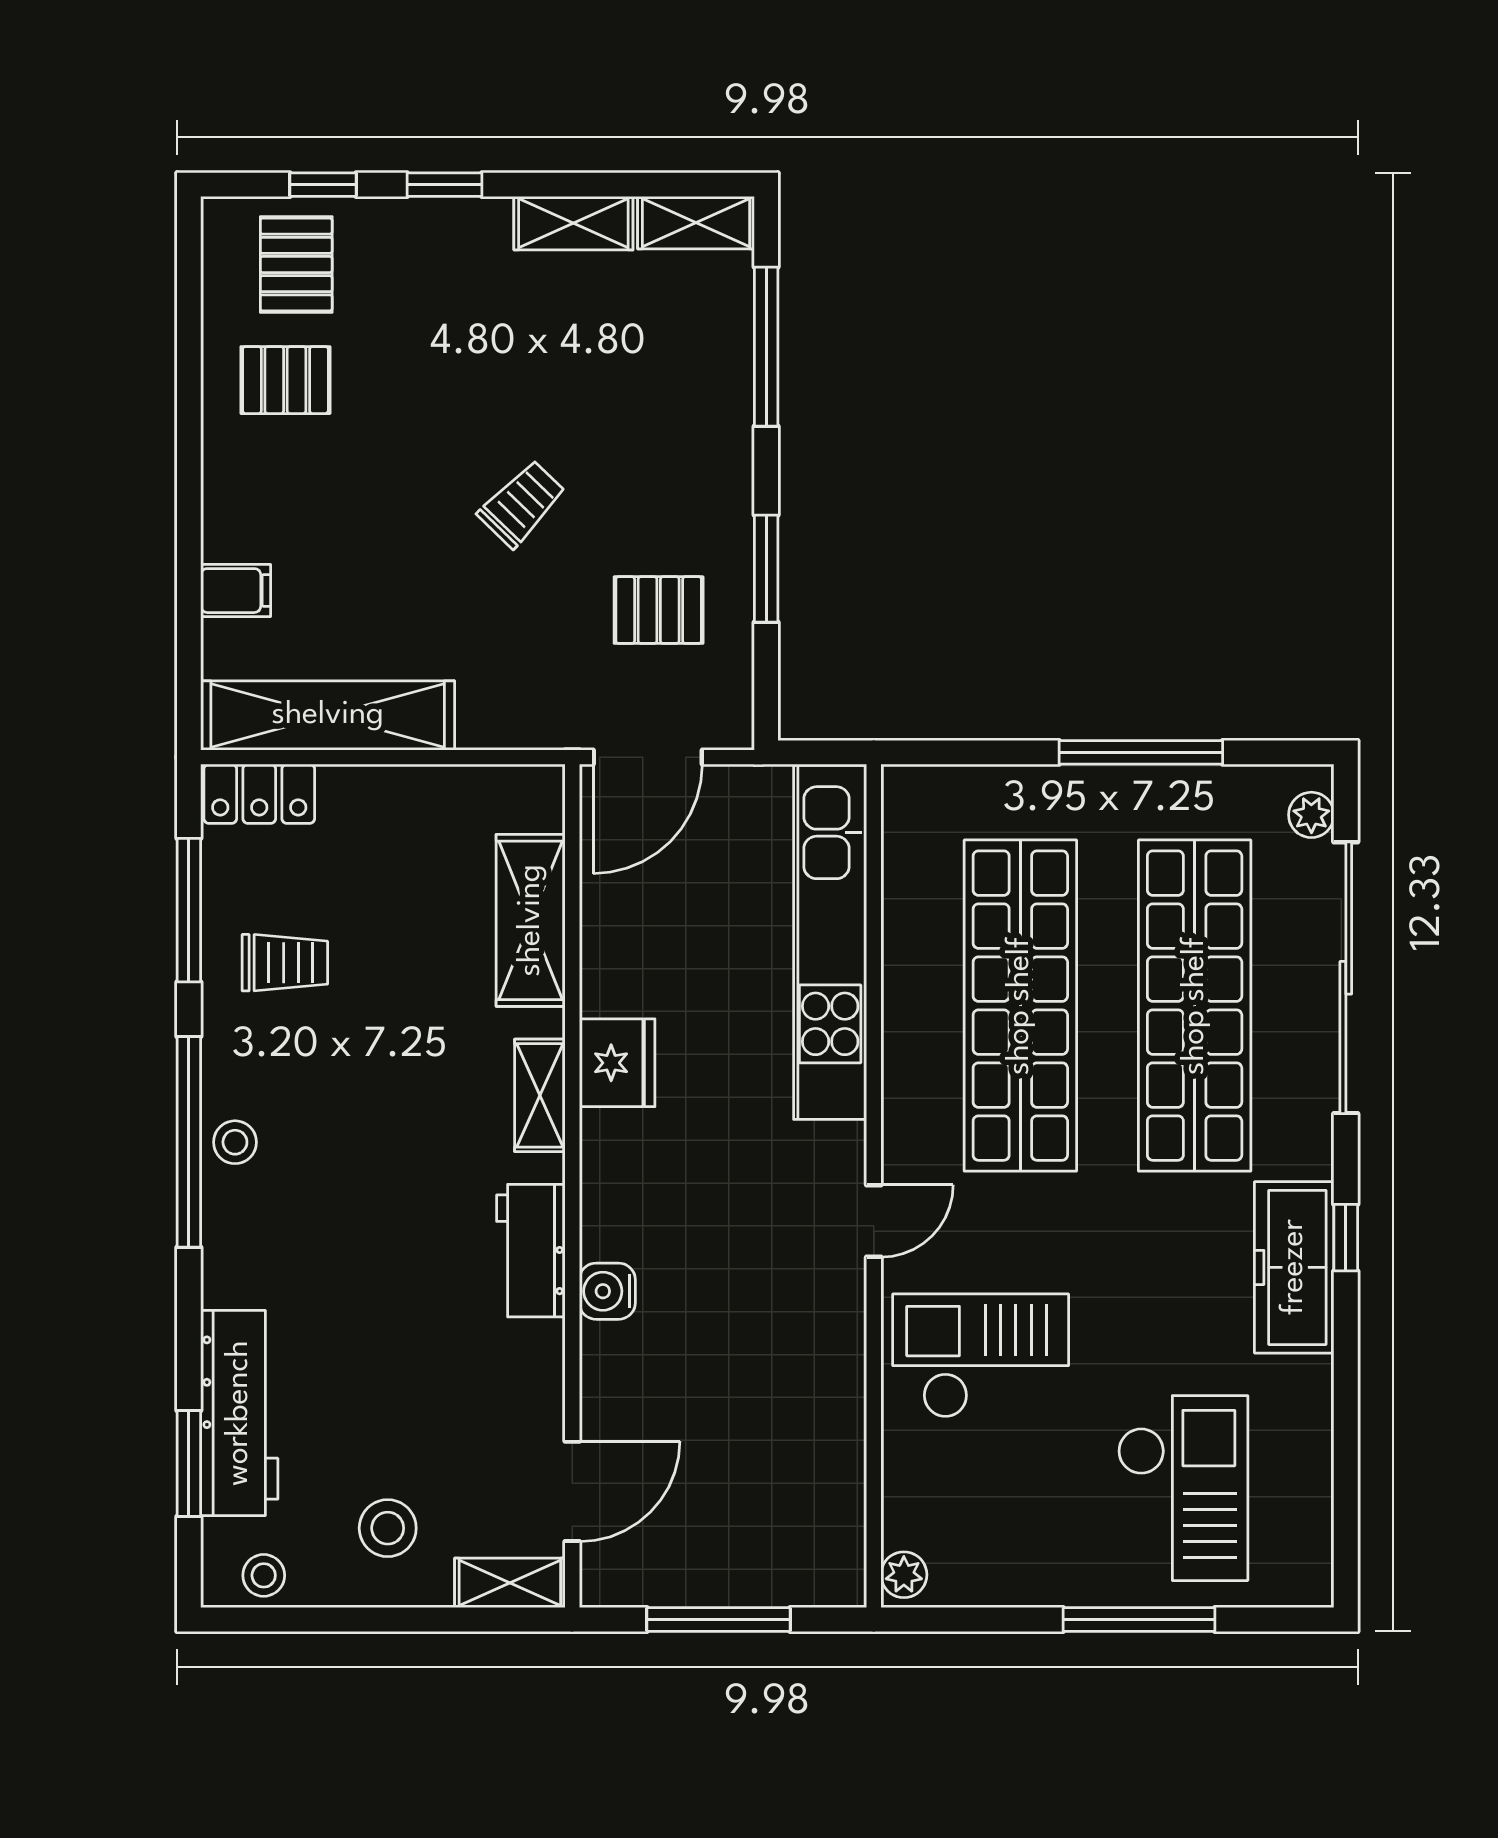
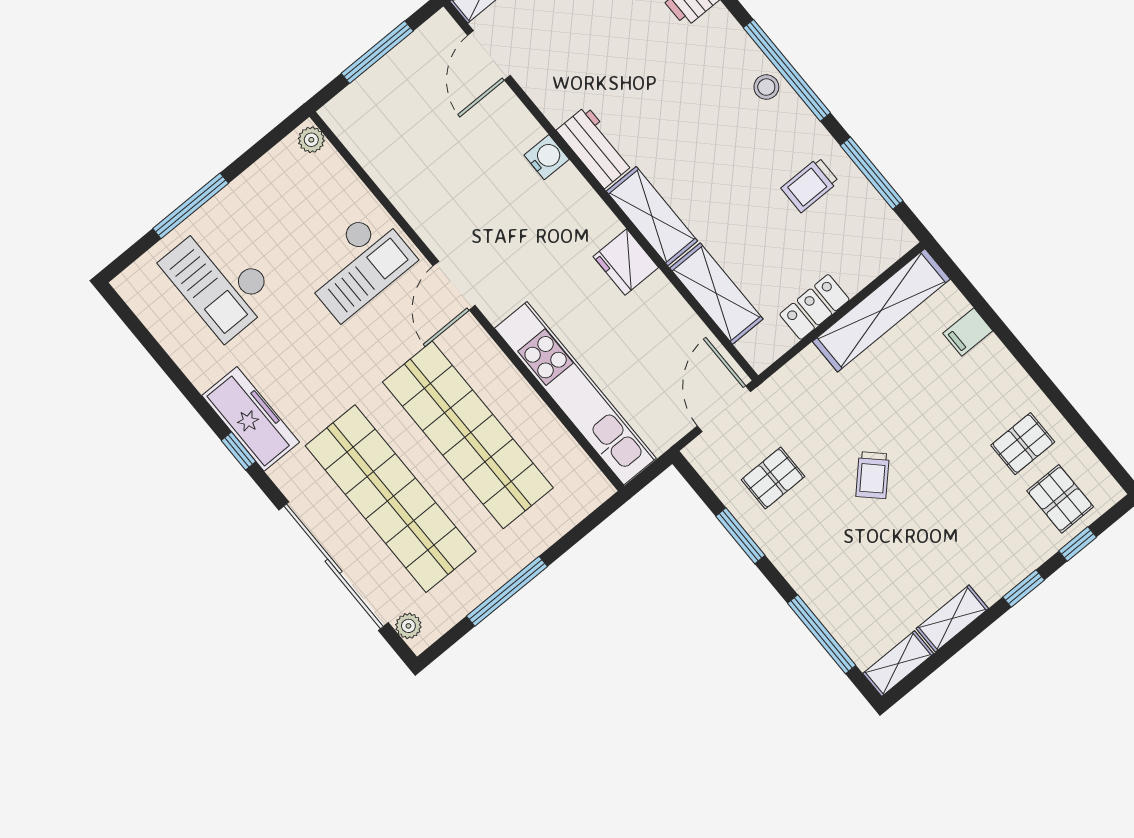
locker: (259, 794) -> (814, 307), moved
shelving: (540, 1095) -> (652, 216), width x1.50, depth x1.33
door: (874, 1221) -> (454, 286), width x1.38

